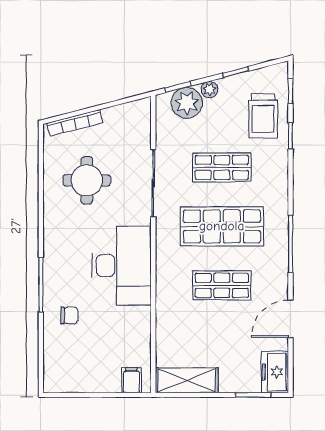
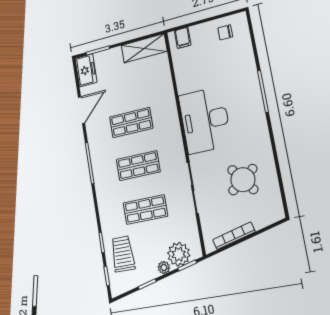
bookcase: (75, 123) -> (234, 236), moved
round table: (87, 180) -> (243, 180), turned -37
shop shelf: (222, 226) -> (138, 166), width x0.70, depth x0.74
chair: (69, 315) -> (225, 32), moved

